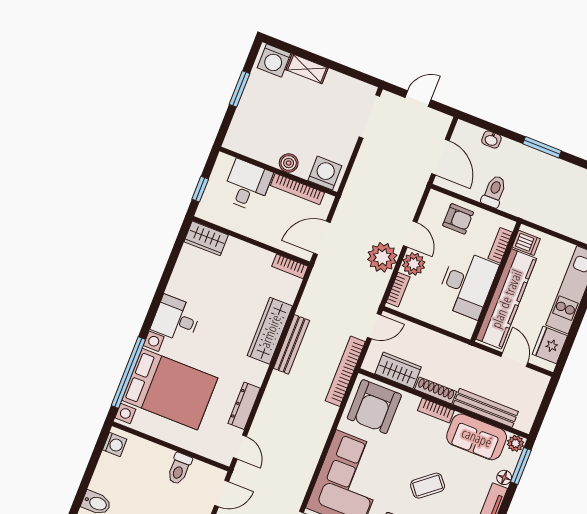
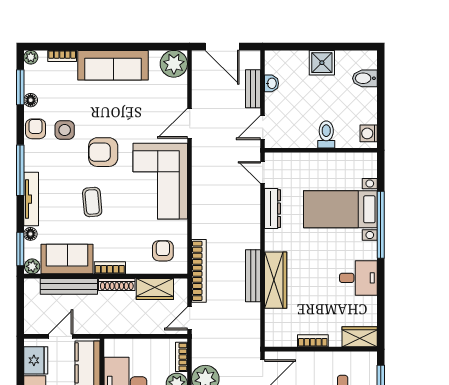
bookcase: (290, 266) -> (313, 341), moved
desk: (176, 319) -> (358, 278), moved
door: (514, 360) -> (61, 336), swing flipped
window: (128, 372) -> (381, 225), moved
bed with nightstands: (170, 389) -> (340, 209), width x0.73
armchair: (374, 407) -> (163, 251), width x0.53, depth x0.53
toilet: (179, 469) -> (326, 134), moved
coffee table: (428, 486) -> (92, 202), turned -56

